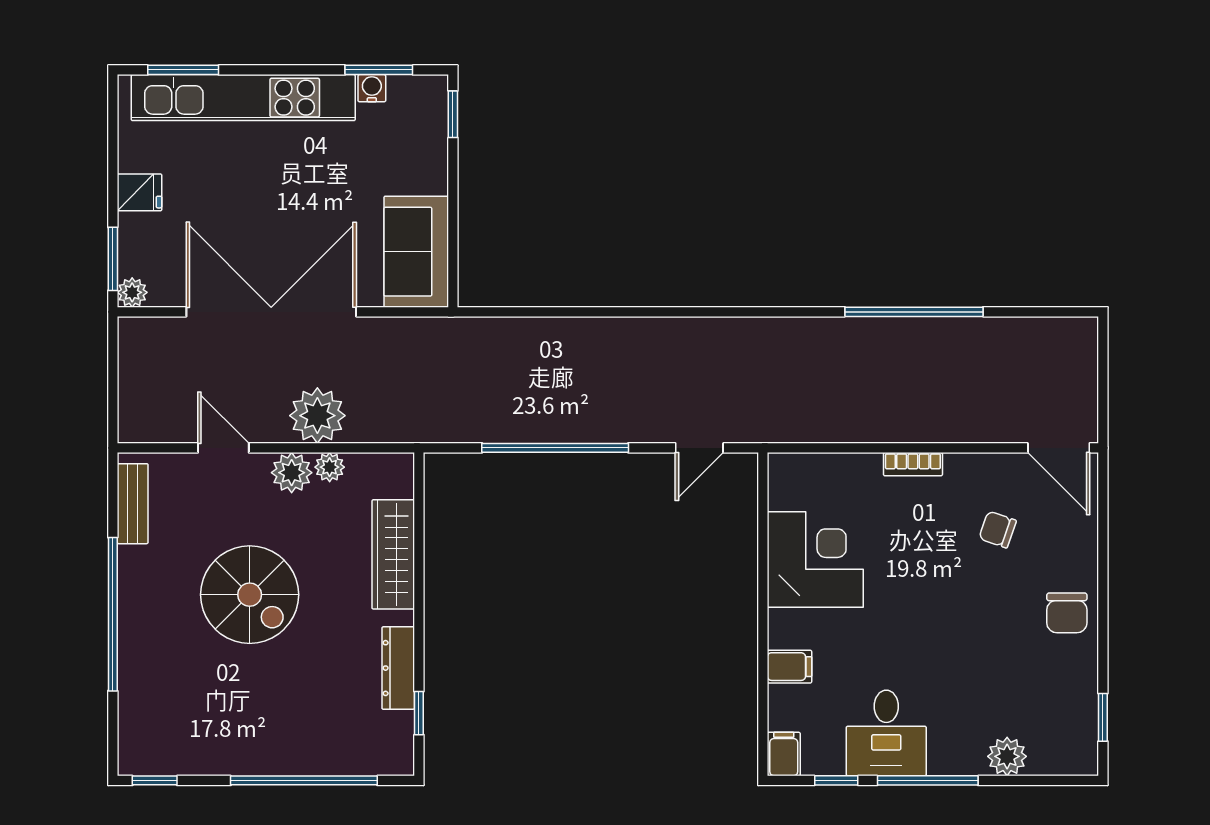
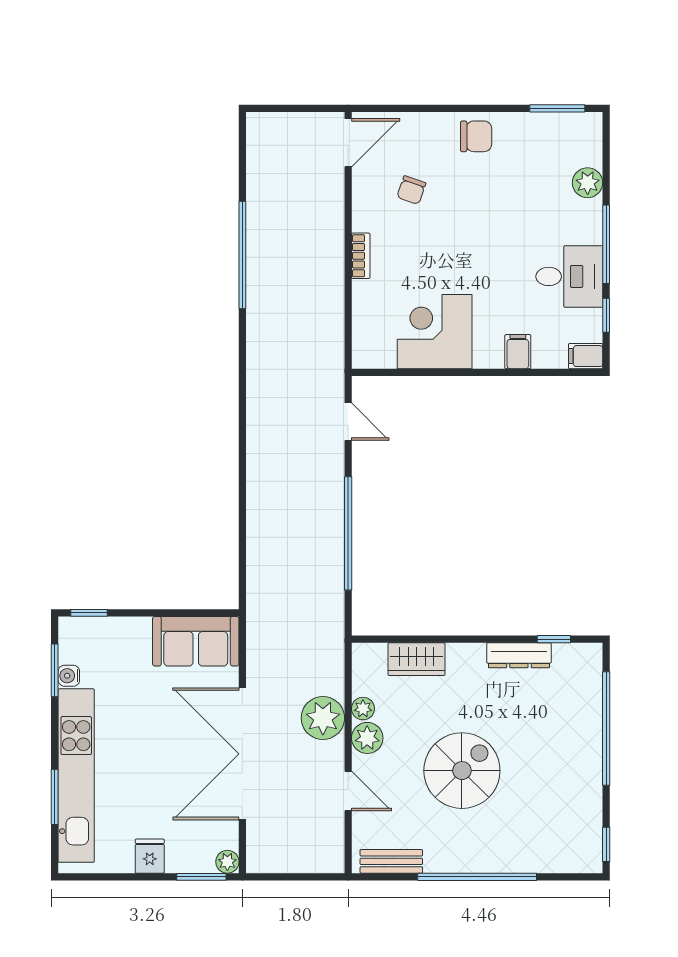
window: (183, 70) -> (55, 797), moved
door: (223, 448) -> (348, 791), swing flipped
wardrobe: (393, 554) -> (417, 659), width x0.67
window: (1103, 717) -> (557, 108), width x1.50

